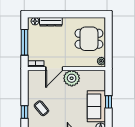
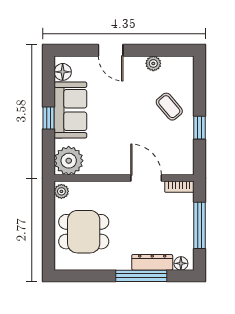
window: (57, 14) -> (141, 276), added
door: (54, 69) -> (146, 178), hinge flipped
plant: (72, 78) -> (69, 161), moved
window: (25, 112) -> (200, 128), moved

